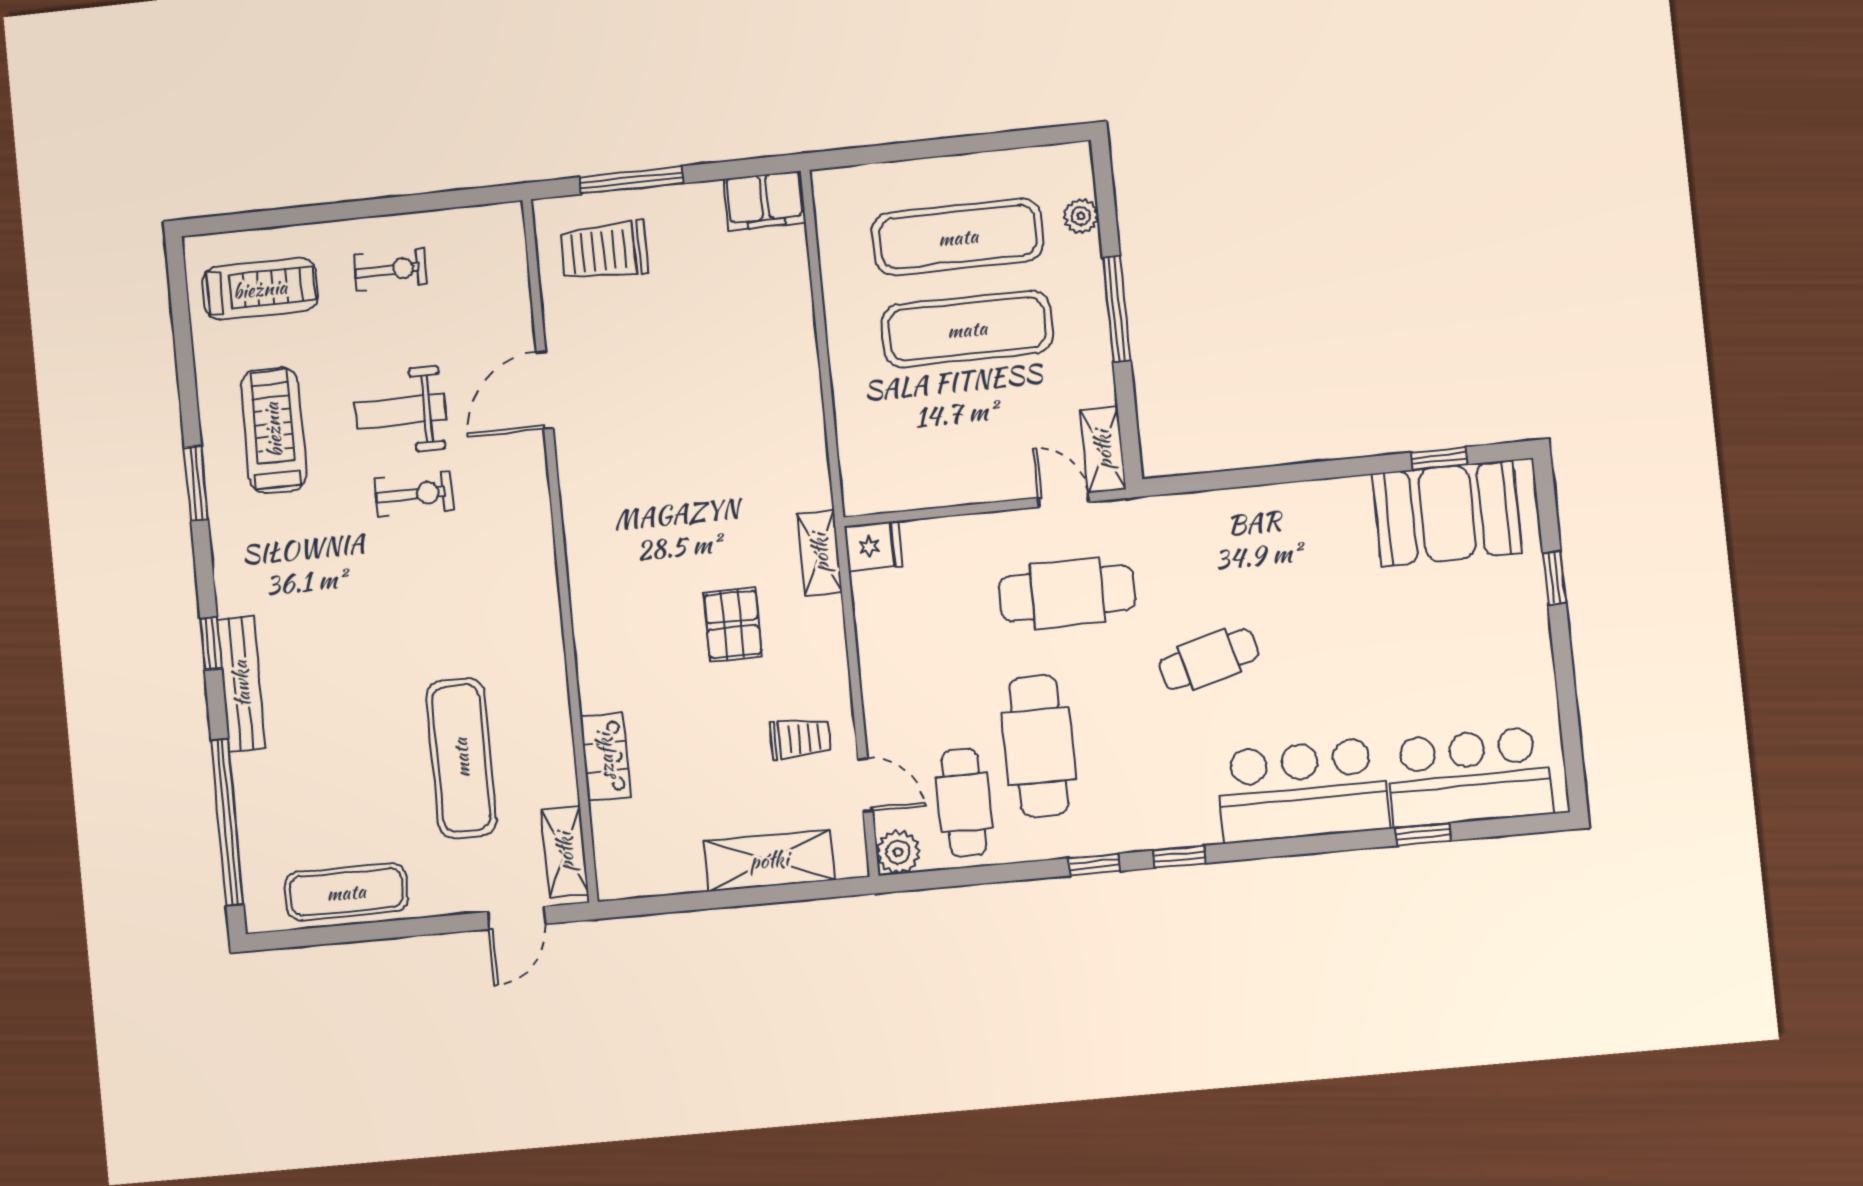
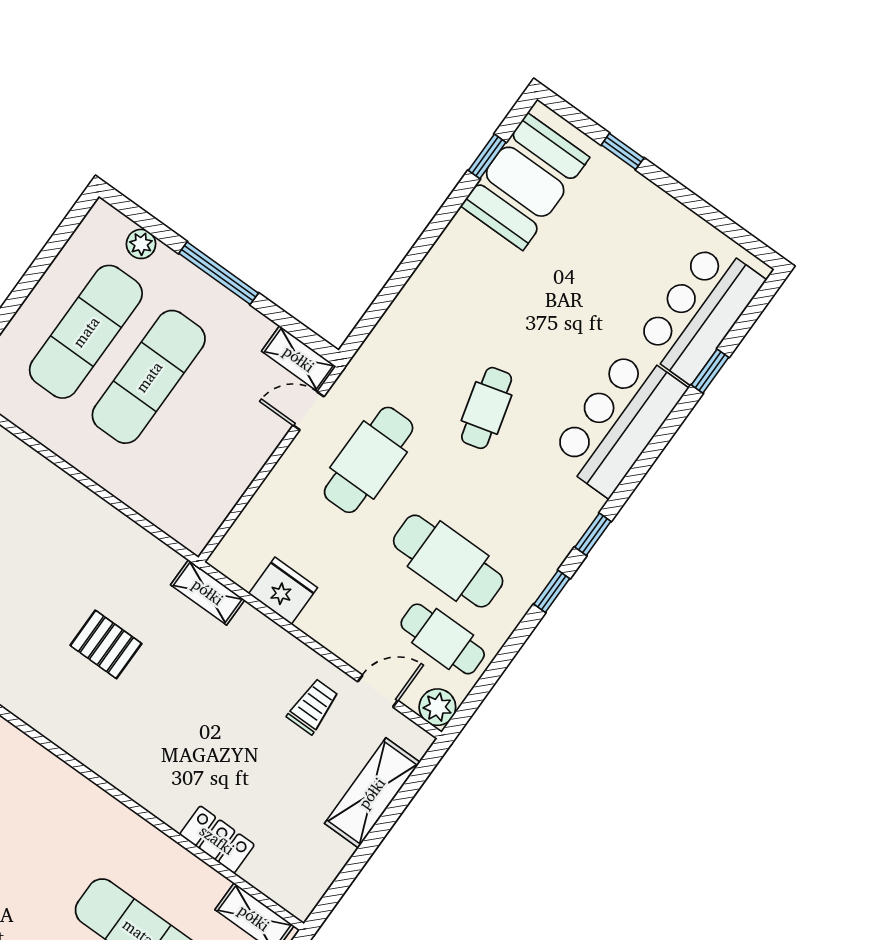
fridge: (873, 546) -> (283, 591), moved, width x1.38
pallet: (733, 624) -> (106, 644), moved

